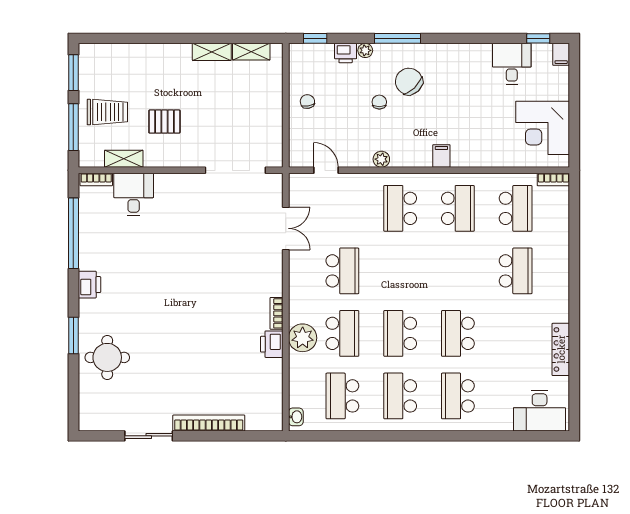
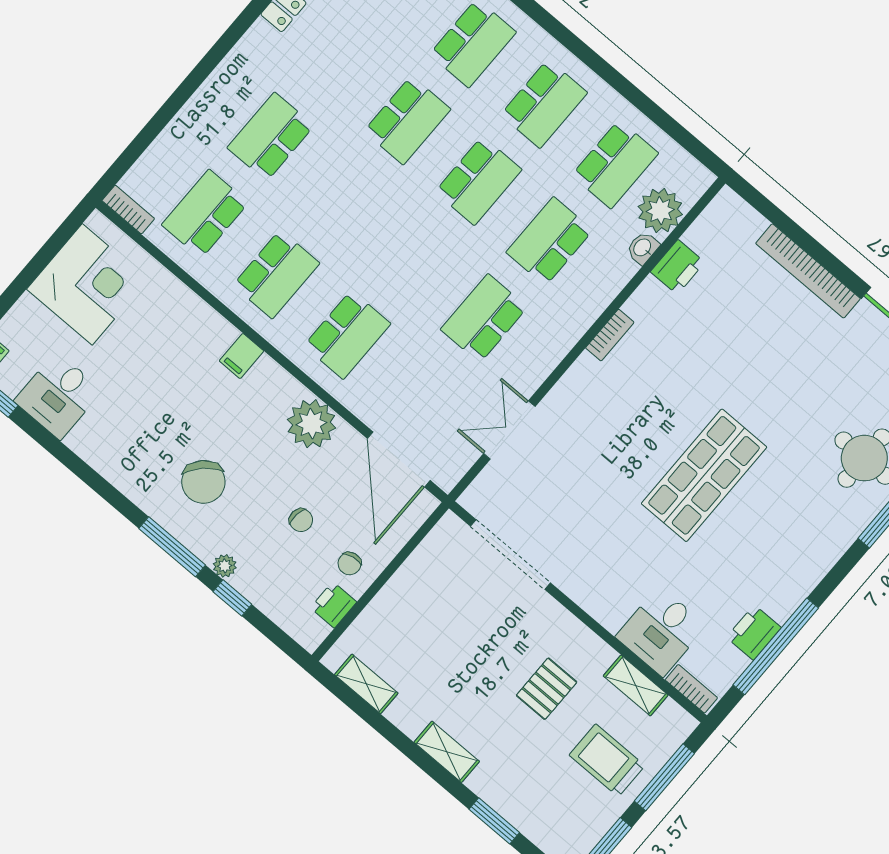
window: (136, 38) -> (494, 821), added
window: (315, 38) -> (232, 598), moved
shelving: (212, 52) -> (447, 752), moved
printer: (346, 53) -> (333, 605), moved, turned -90
chair: (379, 102) -> (301, 520), moved, turned -83
pallet: (164, 122) -> (547, 689), turned 90
plant: (381, 159) -> (311, 424), width x1.87, depth x1.87
door: (326, 170) -> (399, 459), width x1.88
school desk: (458, 208) -> (276, 274), turned 180
printer: (89, 285) -> (754, 633), moved
shop shelf: (176, 285) -> (704, 475), added
plant: (303, 338) -> (660, 211), moved
printer: (272, 344) -> (678, 267), moved
washbasin: (296, 417) -> (643, 248), moved

